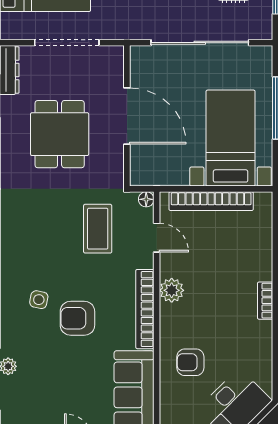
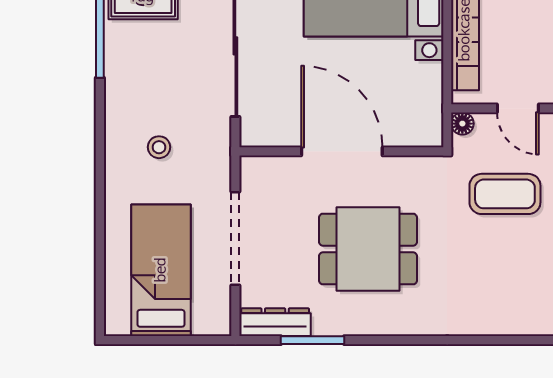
door: (127, 116) -> (342, 151), hinge flipped
door: (157, 238) -> (518, 108), swing flipped

